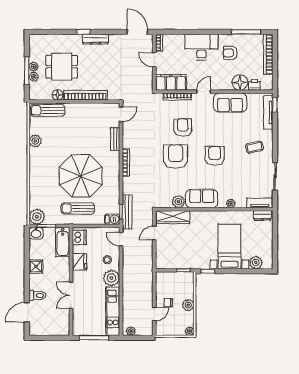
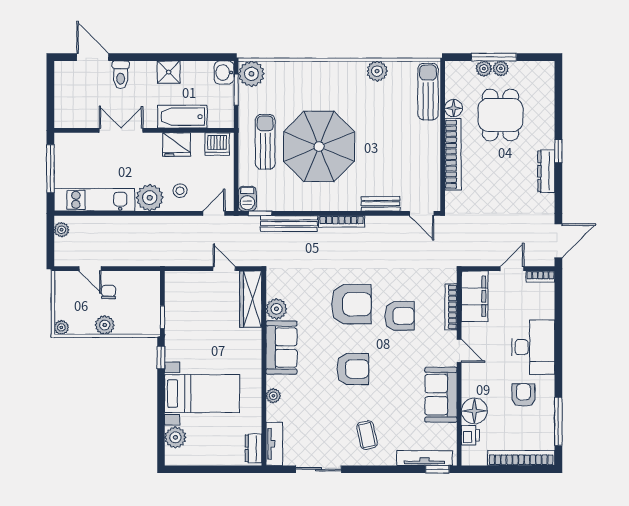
bench: (127, 212) -> (289, 224), moved
bathtub: (63, 242) -> (182, 117), moved

